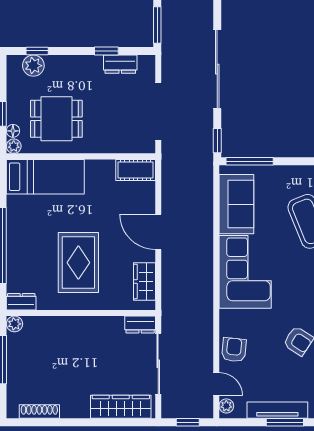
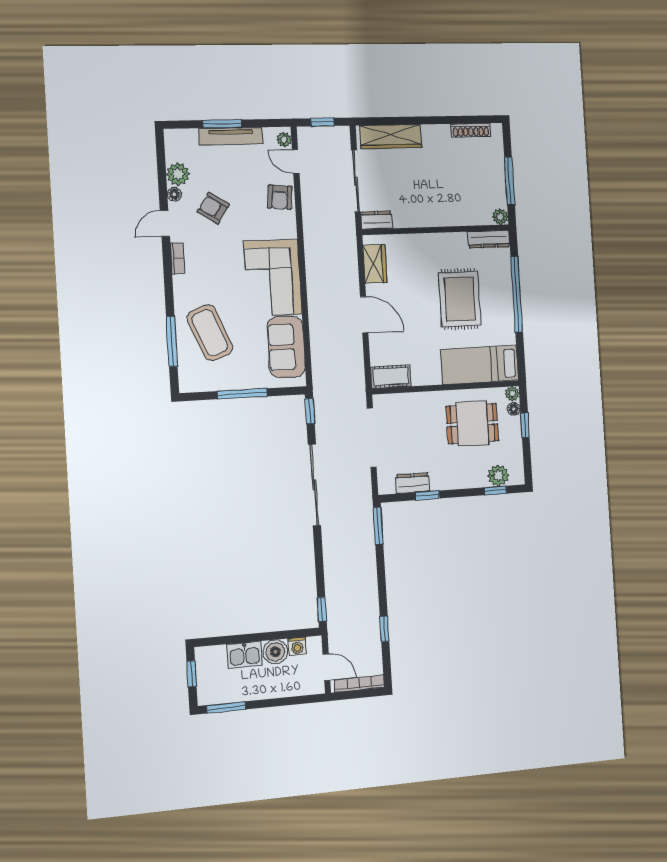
window: (250, 161) -> (242, 394), moved
rug: (78, 263) -> (460, 299), moved
dresser: (21, 302) -> (489, 239), width x1.44

